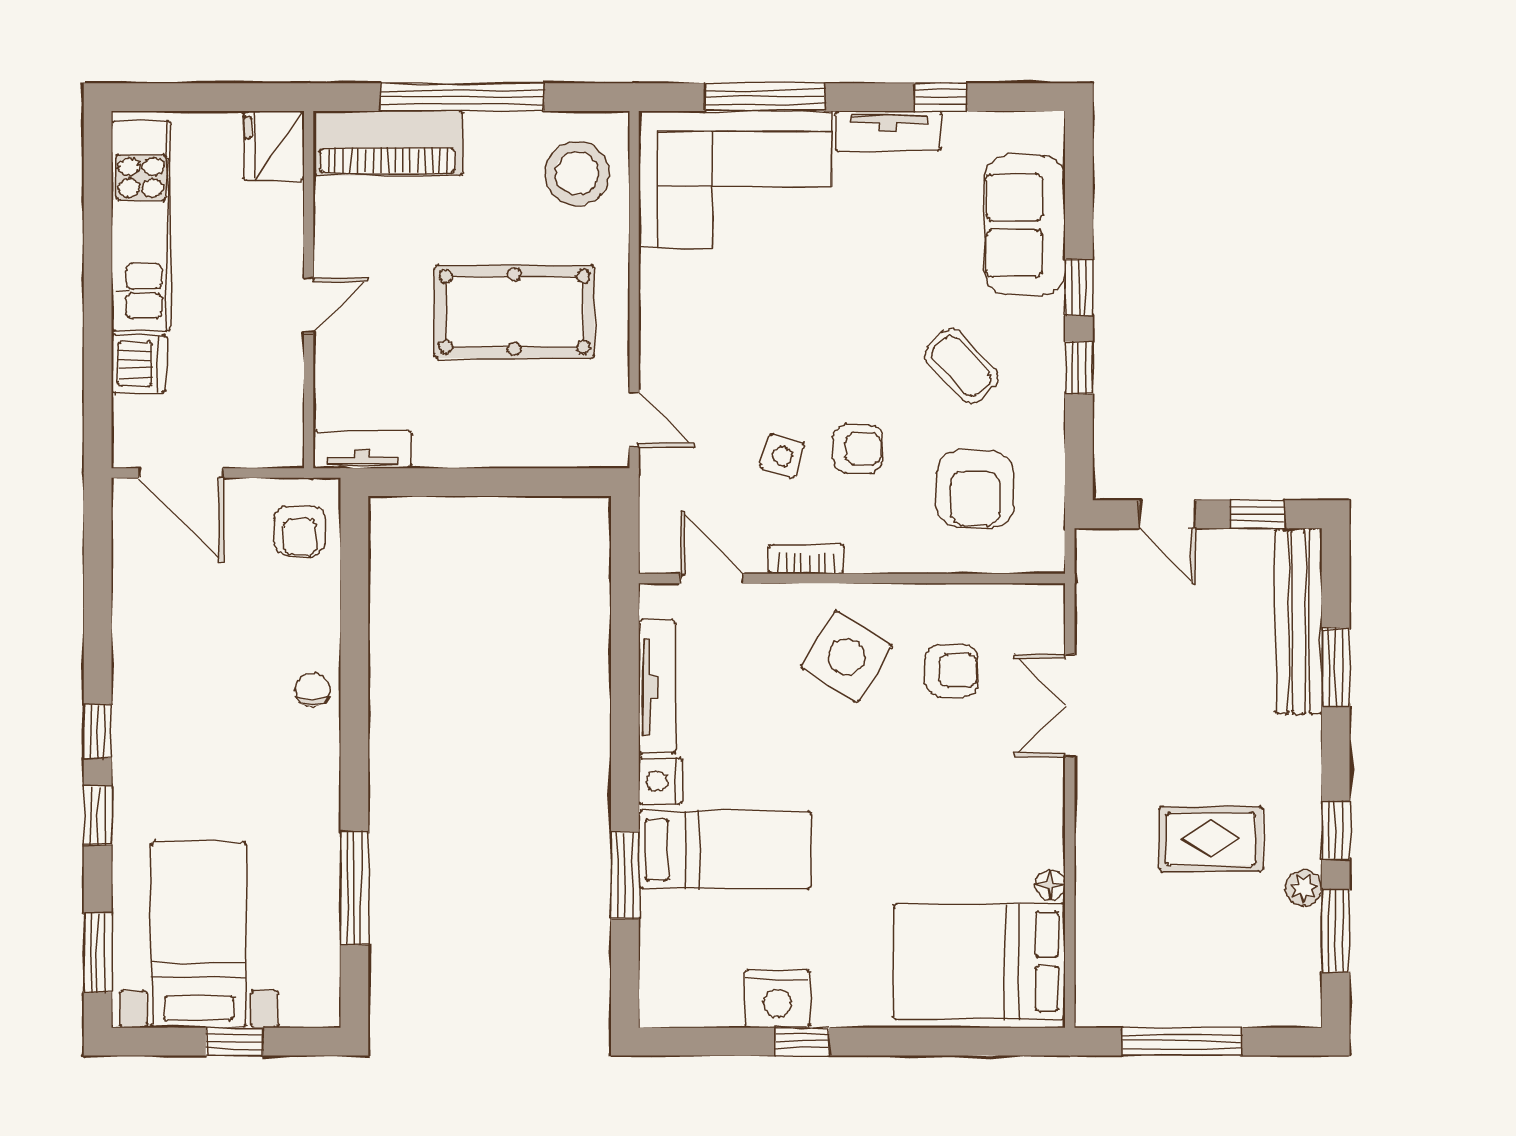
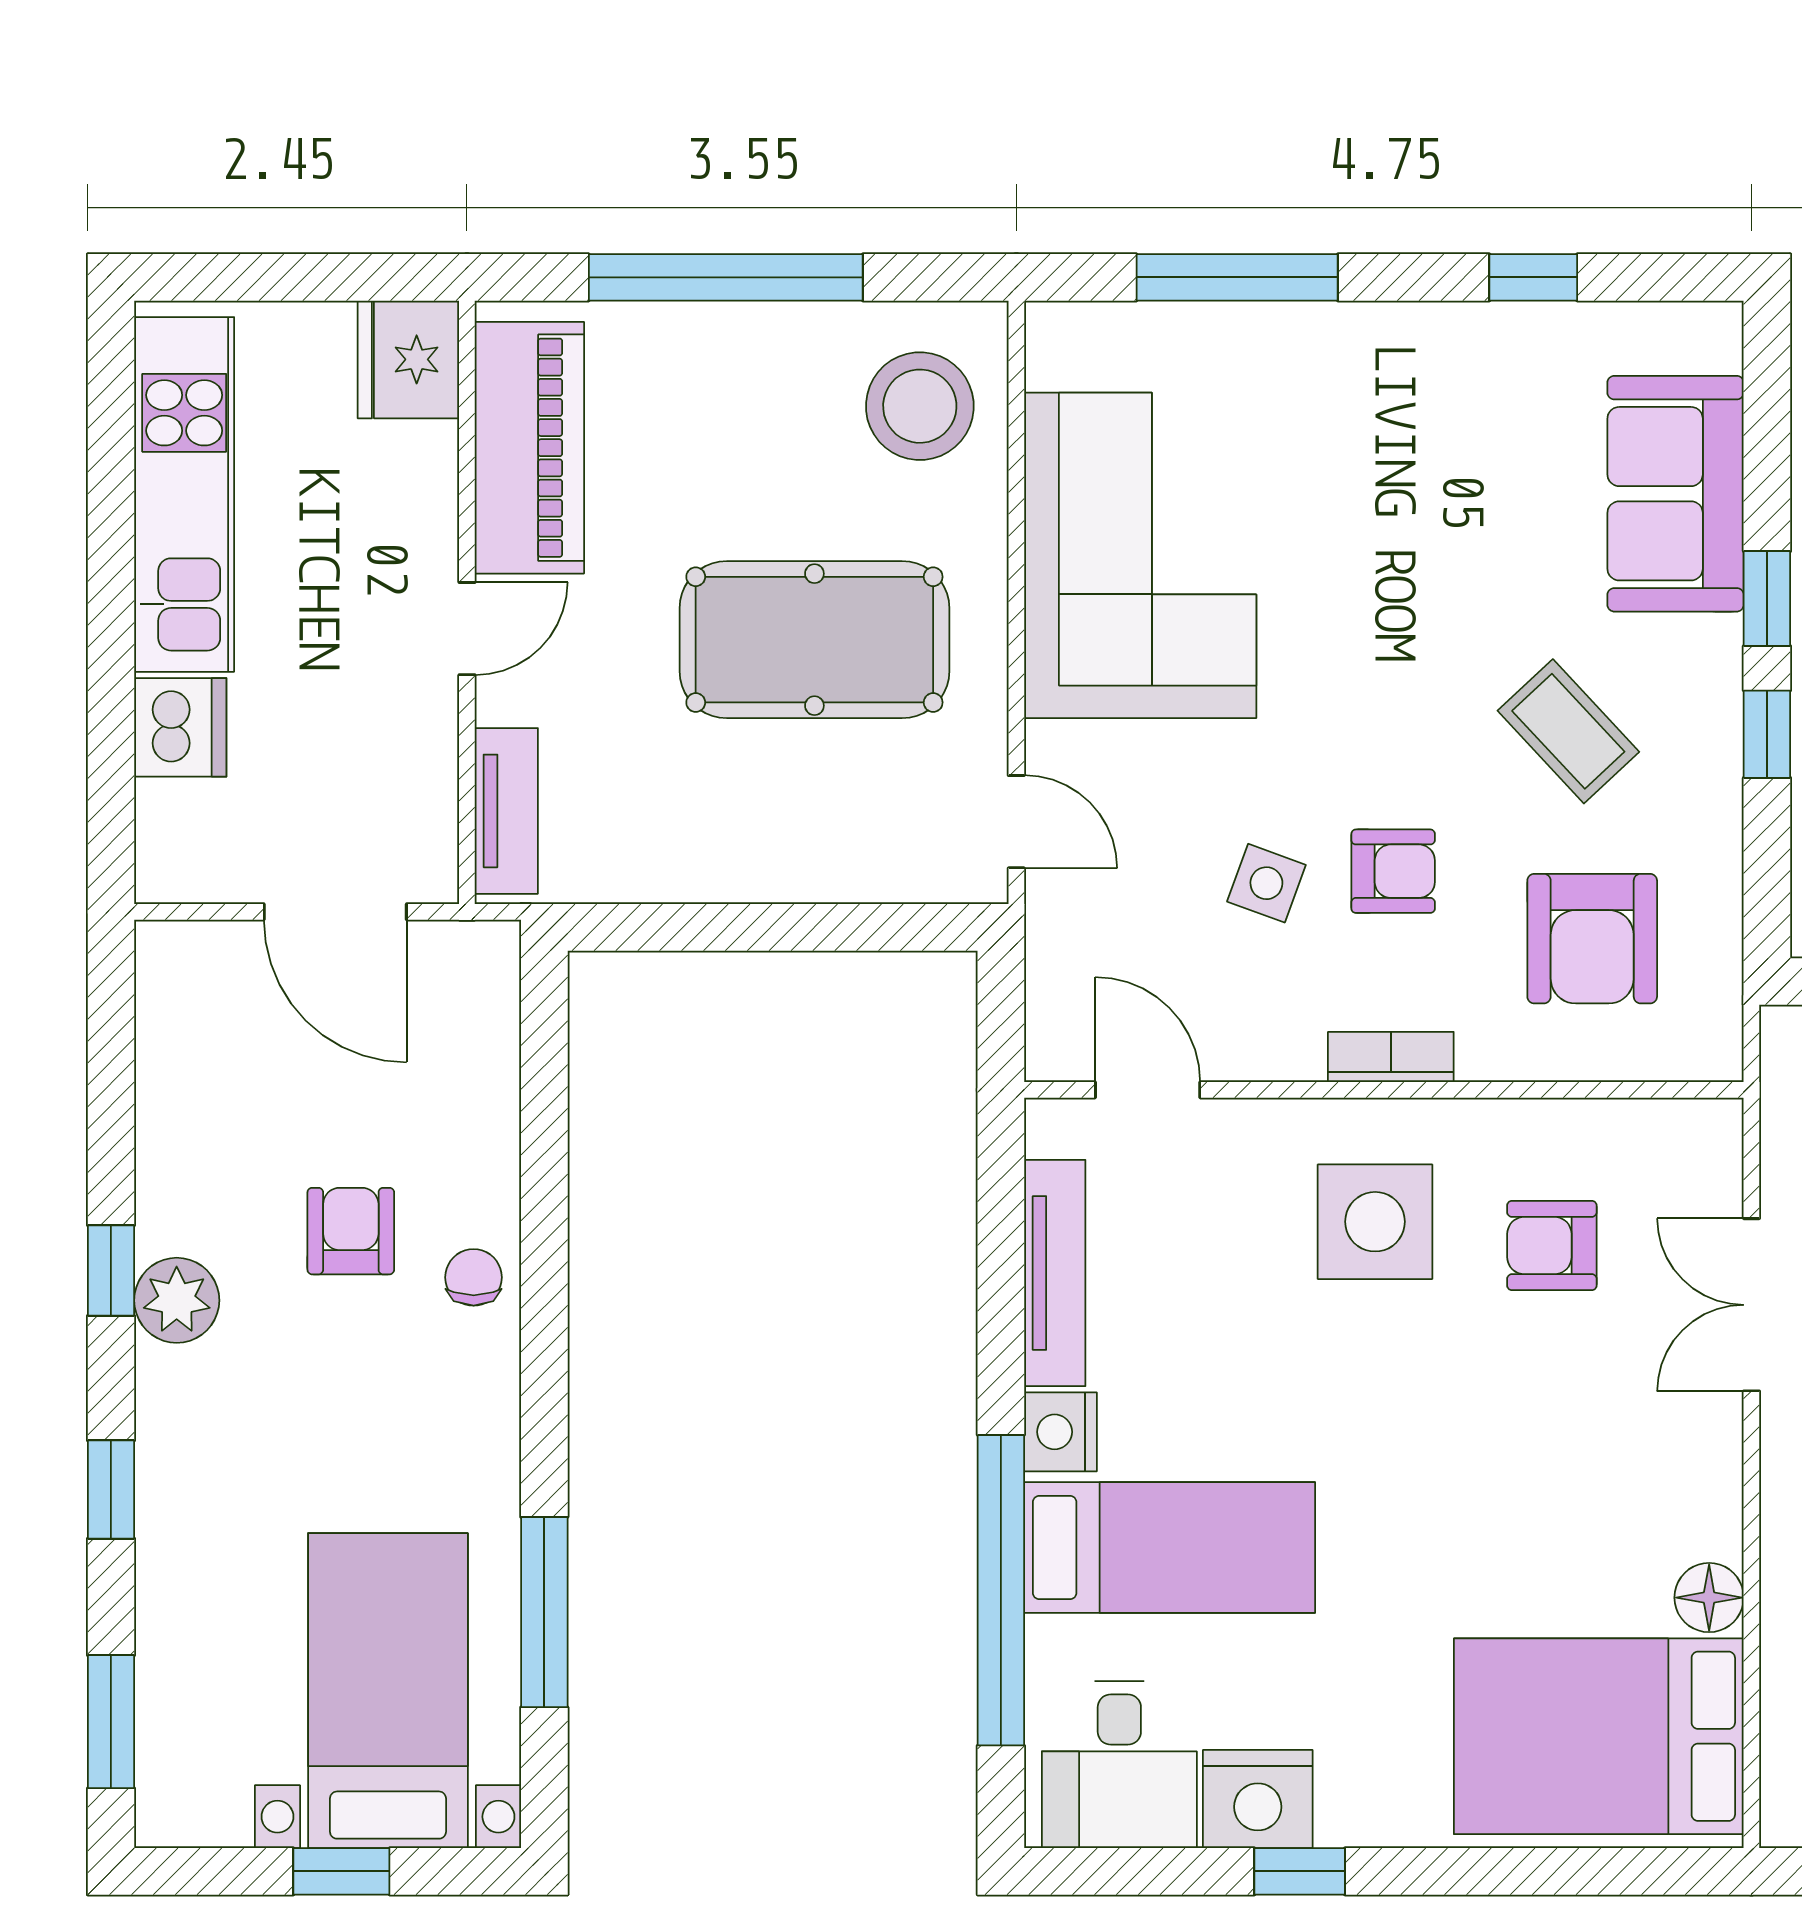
tv unit: (888, 131) -> (1445, 335), removed
piano: (388, 143) -> (529, 448), moved, turned -90
corner sofa: (735, 180) -> (1140, 555), moved, turned -90
tv unit: (362, 450) -> (506, 811), moved, turned 90
door: (181, 473) -> (335, 912), moved
armchair: (300, 531) -> (351, 1231), moved, turned 180
bookcase: (806, 559) -> (1391, 1057), moved
side table: (847, 657) -> (1375, 1222), turned -32
armchair: (951, 671) -> (1552, 1246), turned 180
plant: (137, 703) -> (177, 1300), added
window: (98, 731) -> (111, 1270), moved
window: (625, 875) -> (1001, 1590), width x2.11
floor lamp: (1050, 885) -> (1709, 1598), width x1.37, depth x1.37
bed with nightstands: (199, 934) -> (388, 1691), moved
desk: (695, 978) -> (1119, 1765), added

